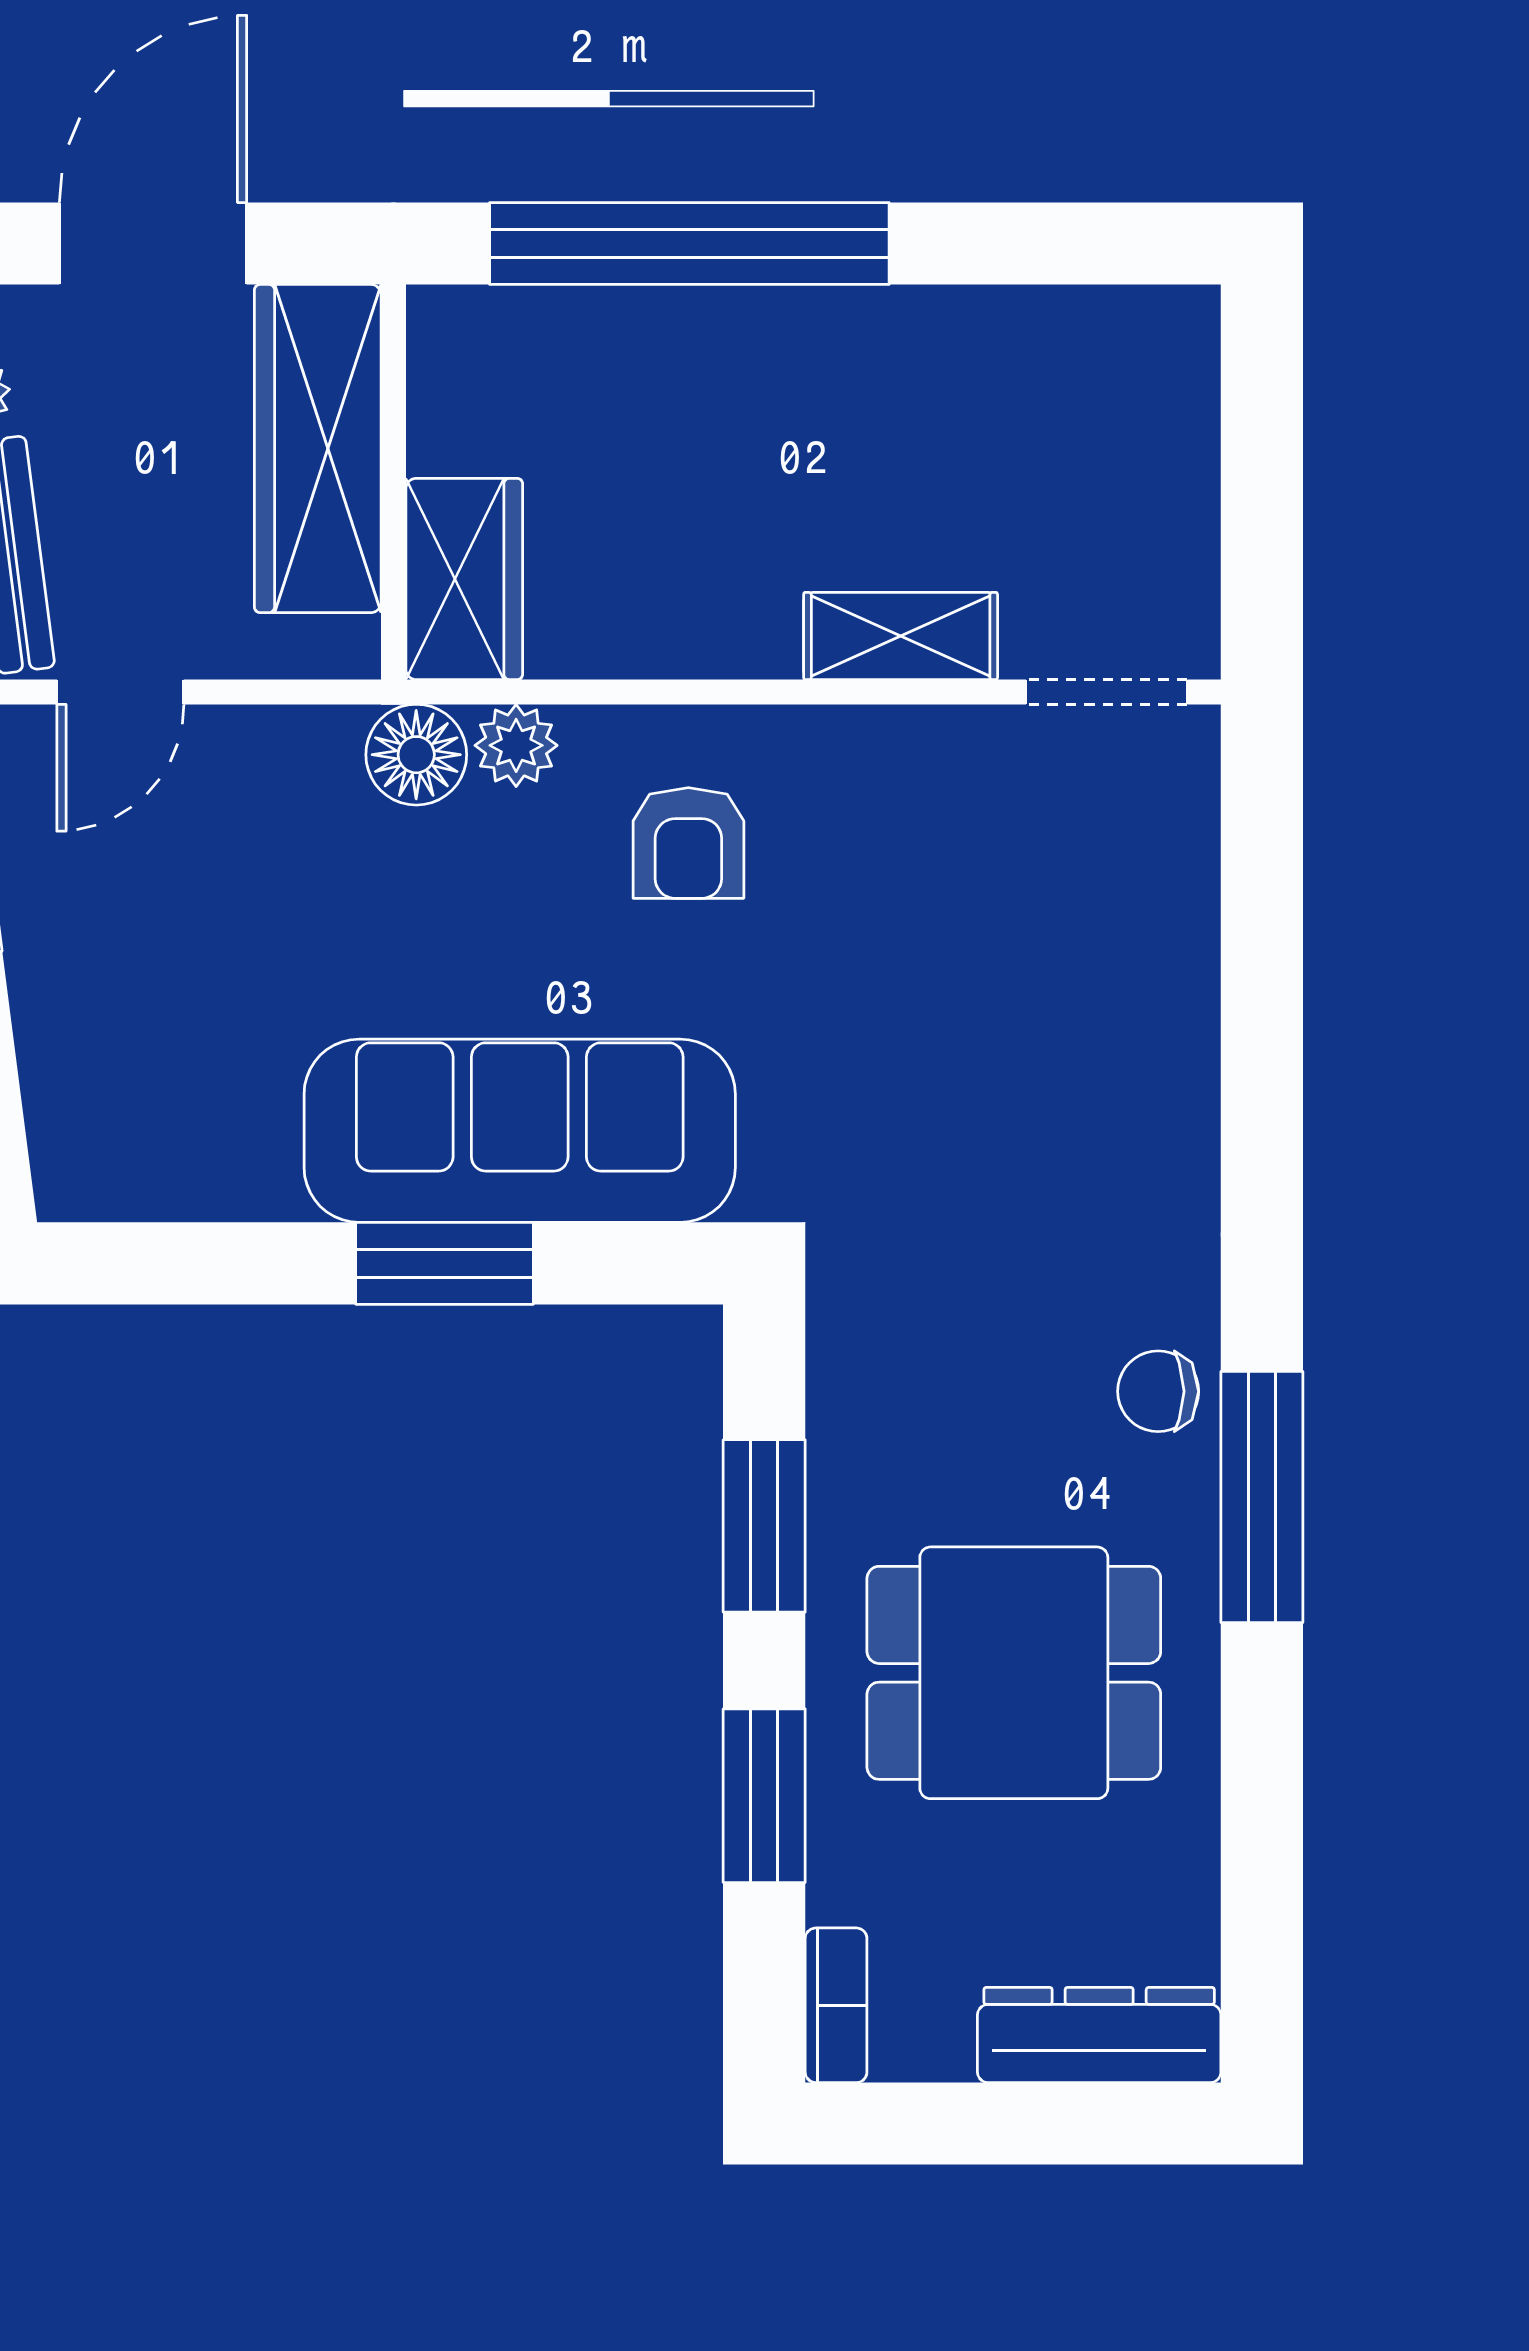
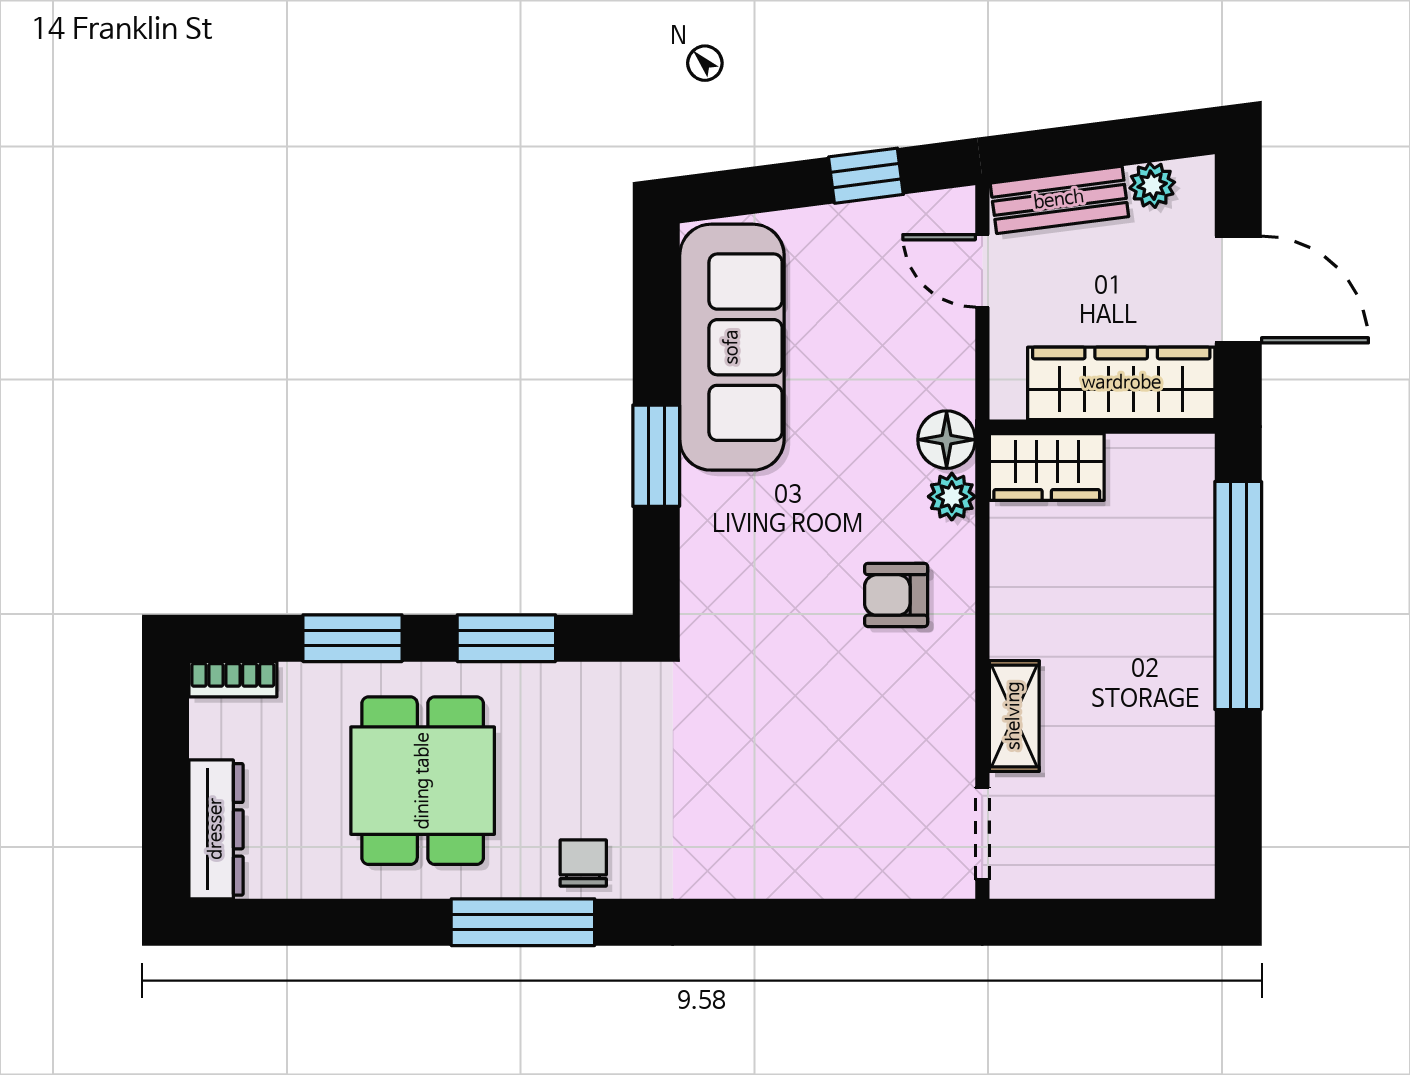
sofa: (520, 1131) -> (732, 347), moved

